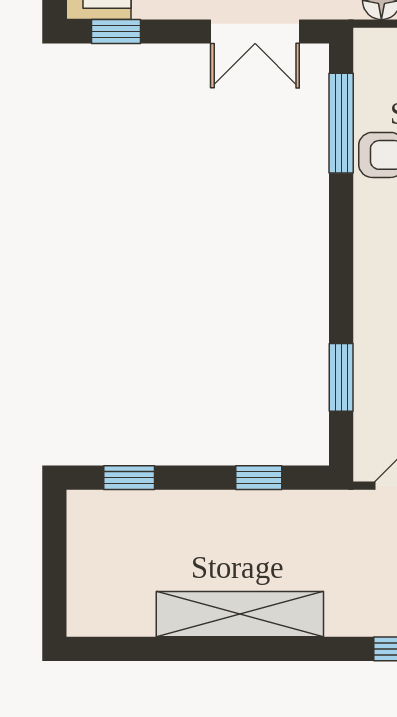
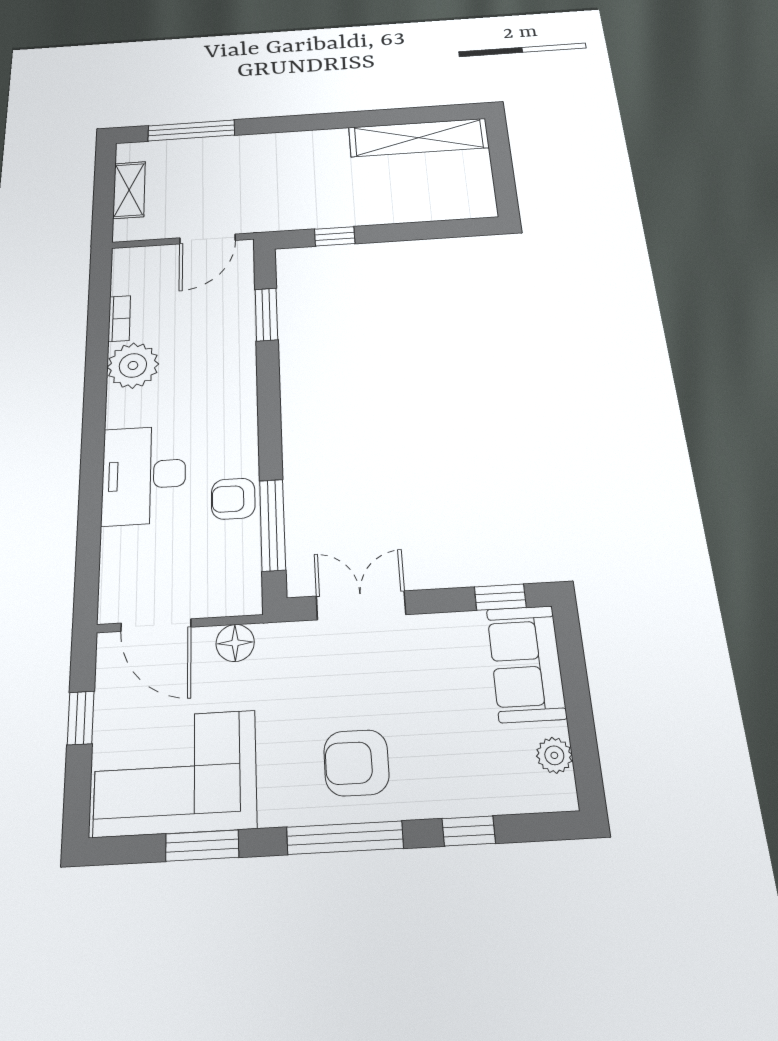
window: (129, 478) -> (446, 229), removed
shelving: (240, 614) -> (418, 138), moved

